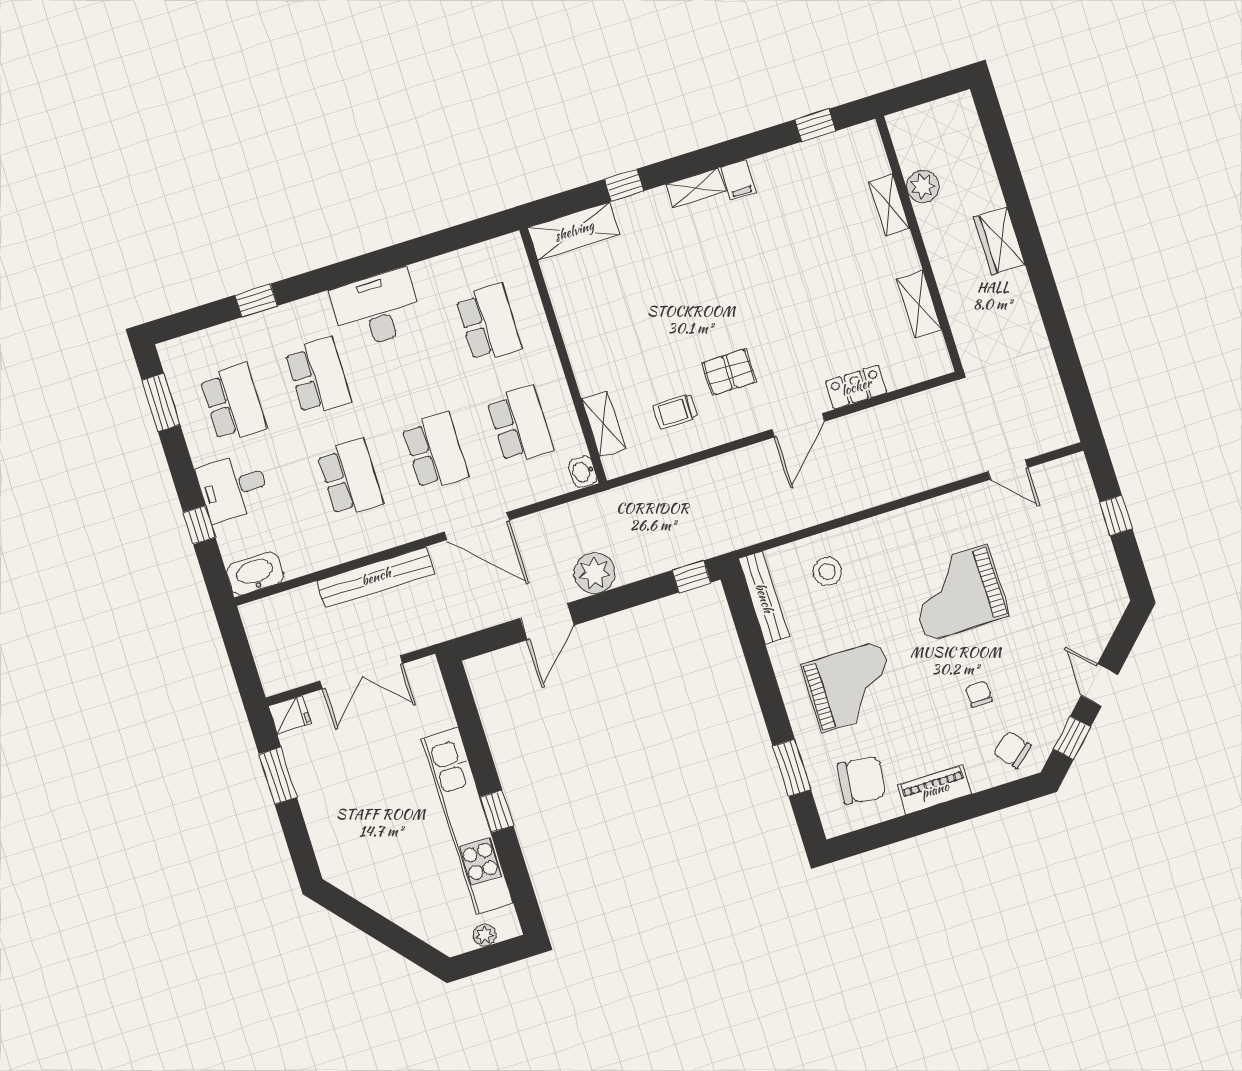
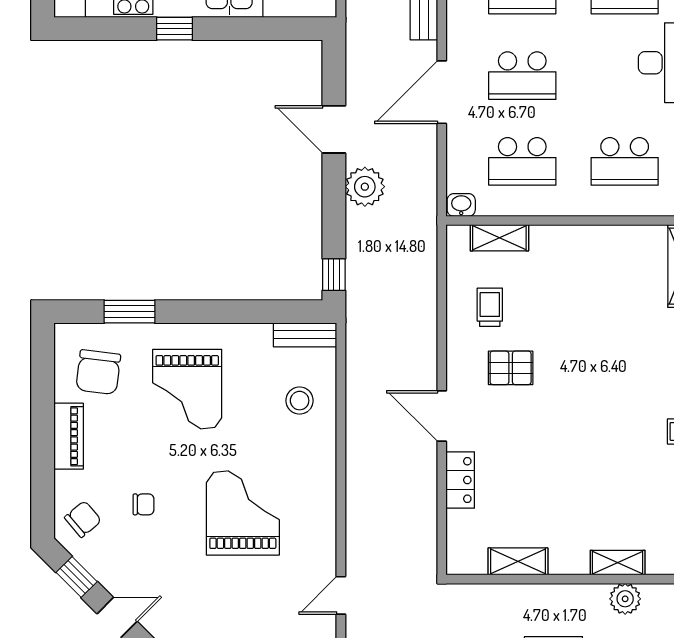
pallet: (729, 372) -> (511, 368), turned 90
bench: (764, 598) -> (305, 335), width x0.73

